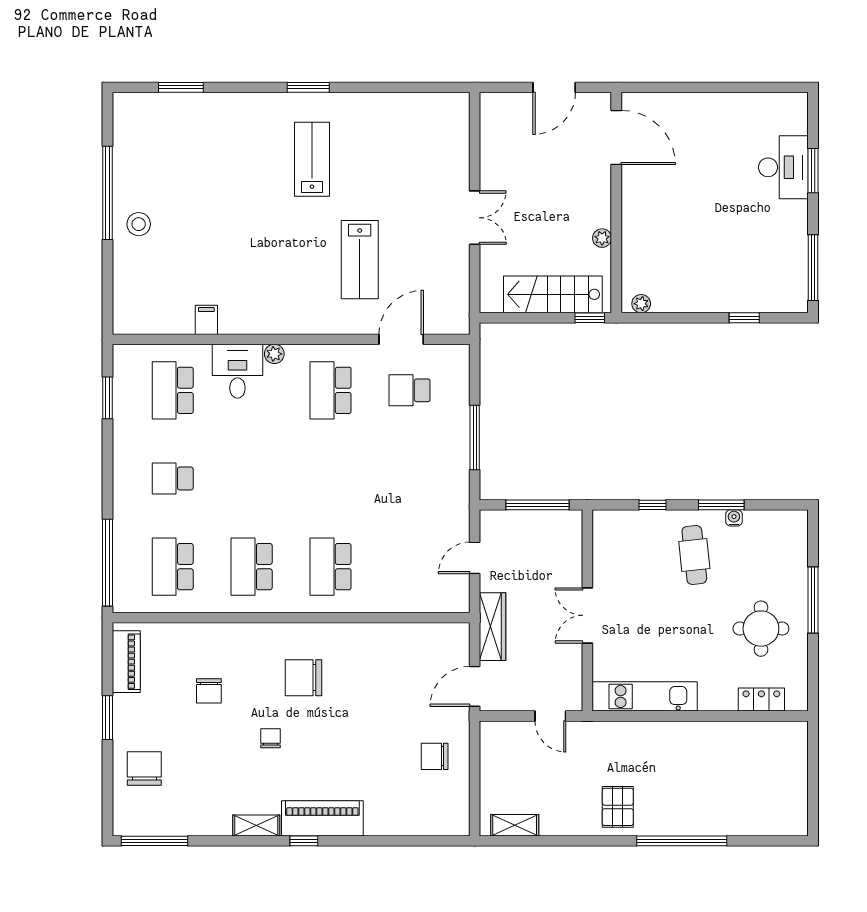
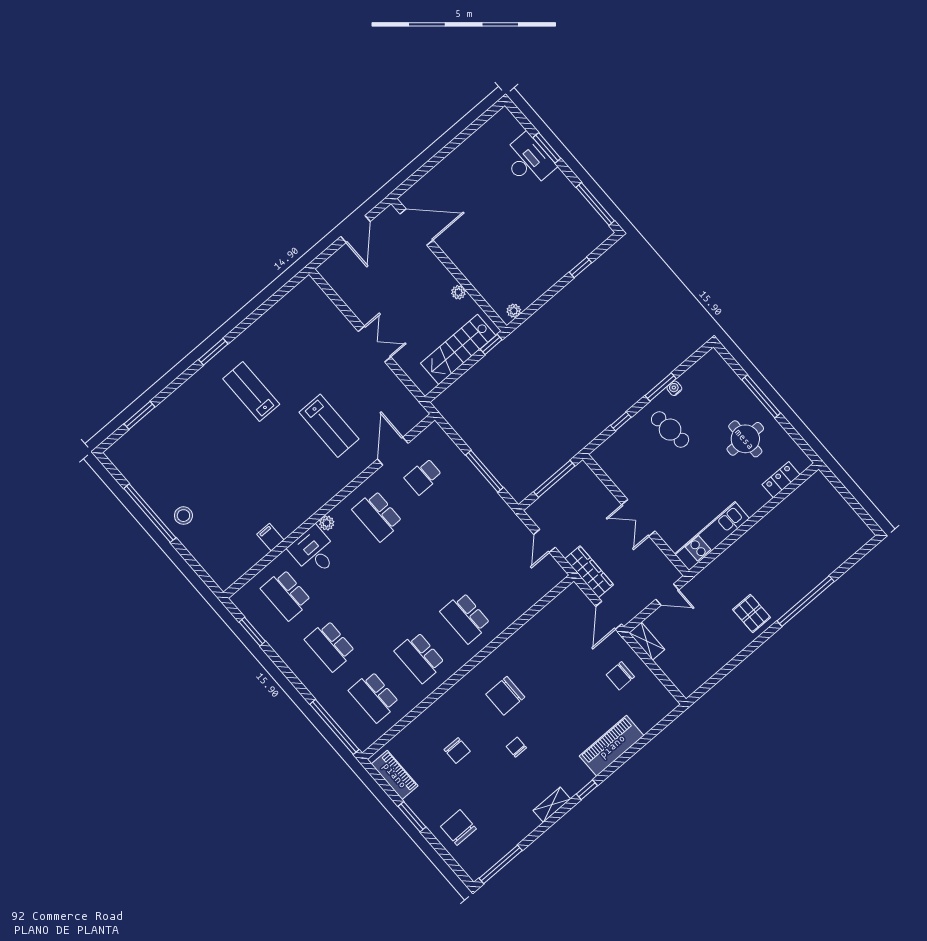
school desk: (173, 478) -> (330, 646), width x1.85
piano: (322, 818) -> (612, 746), moved
shelving: (515, 825) -> (647, 641), moved, turned 90

